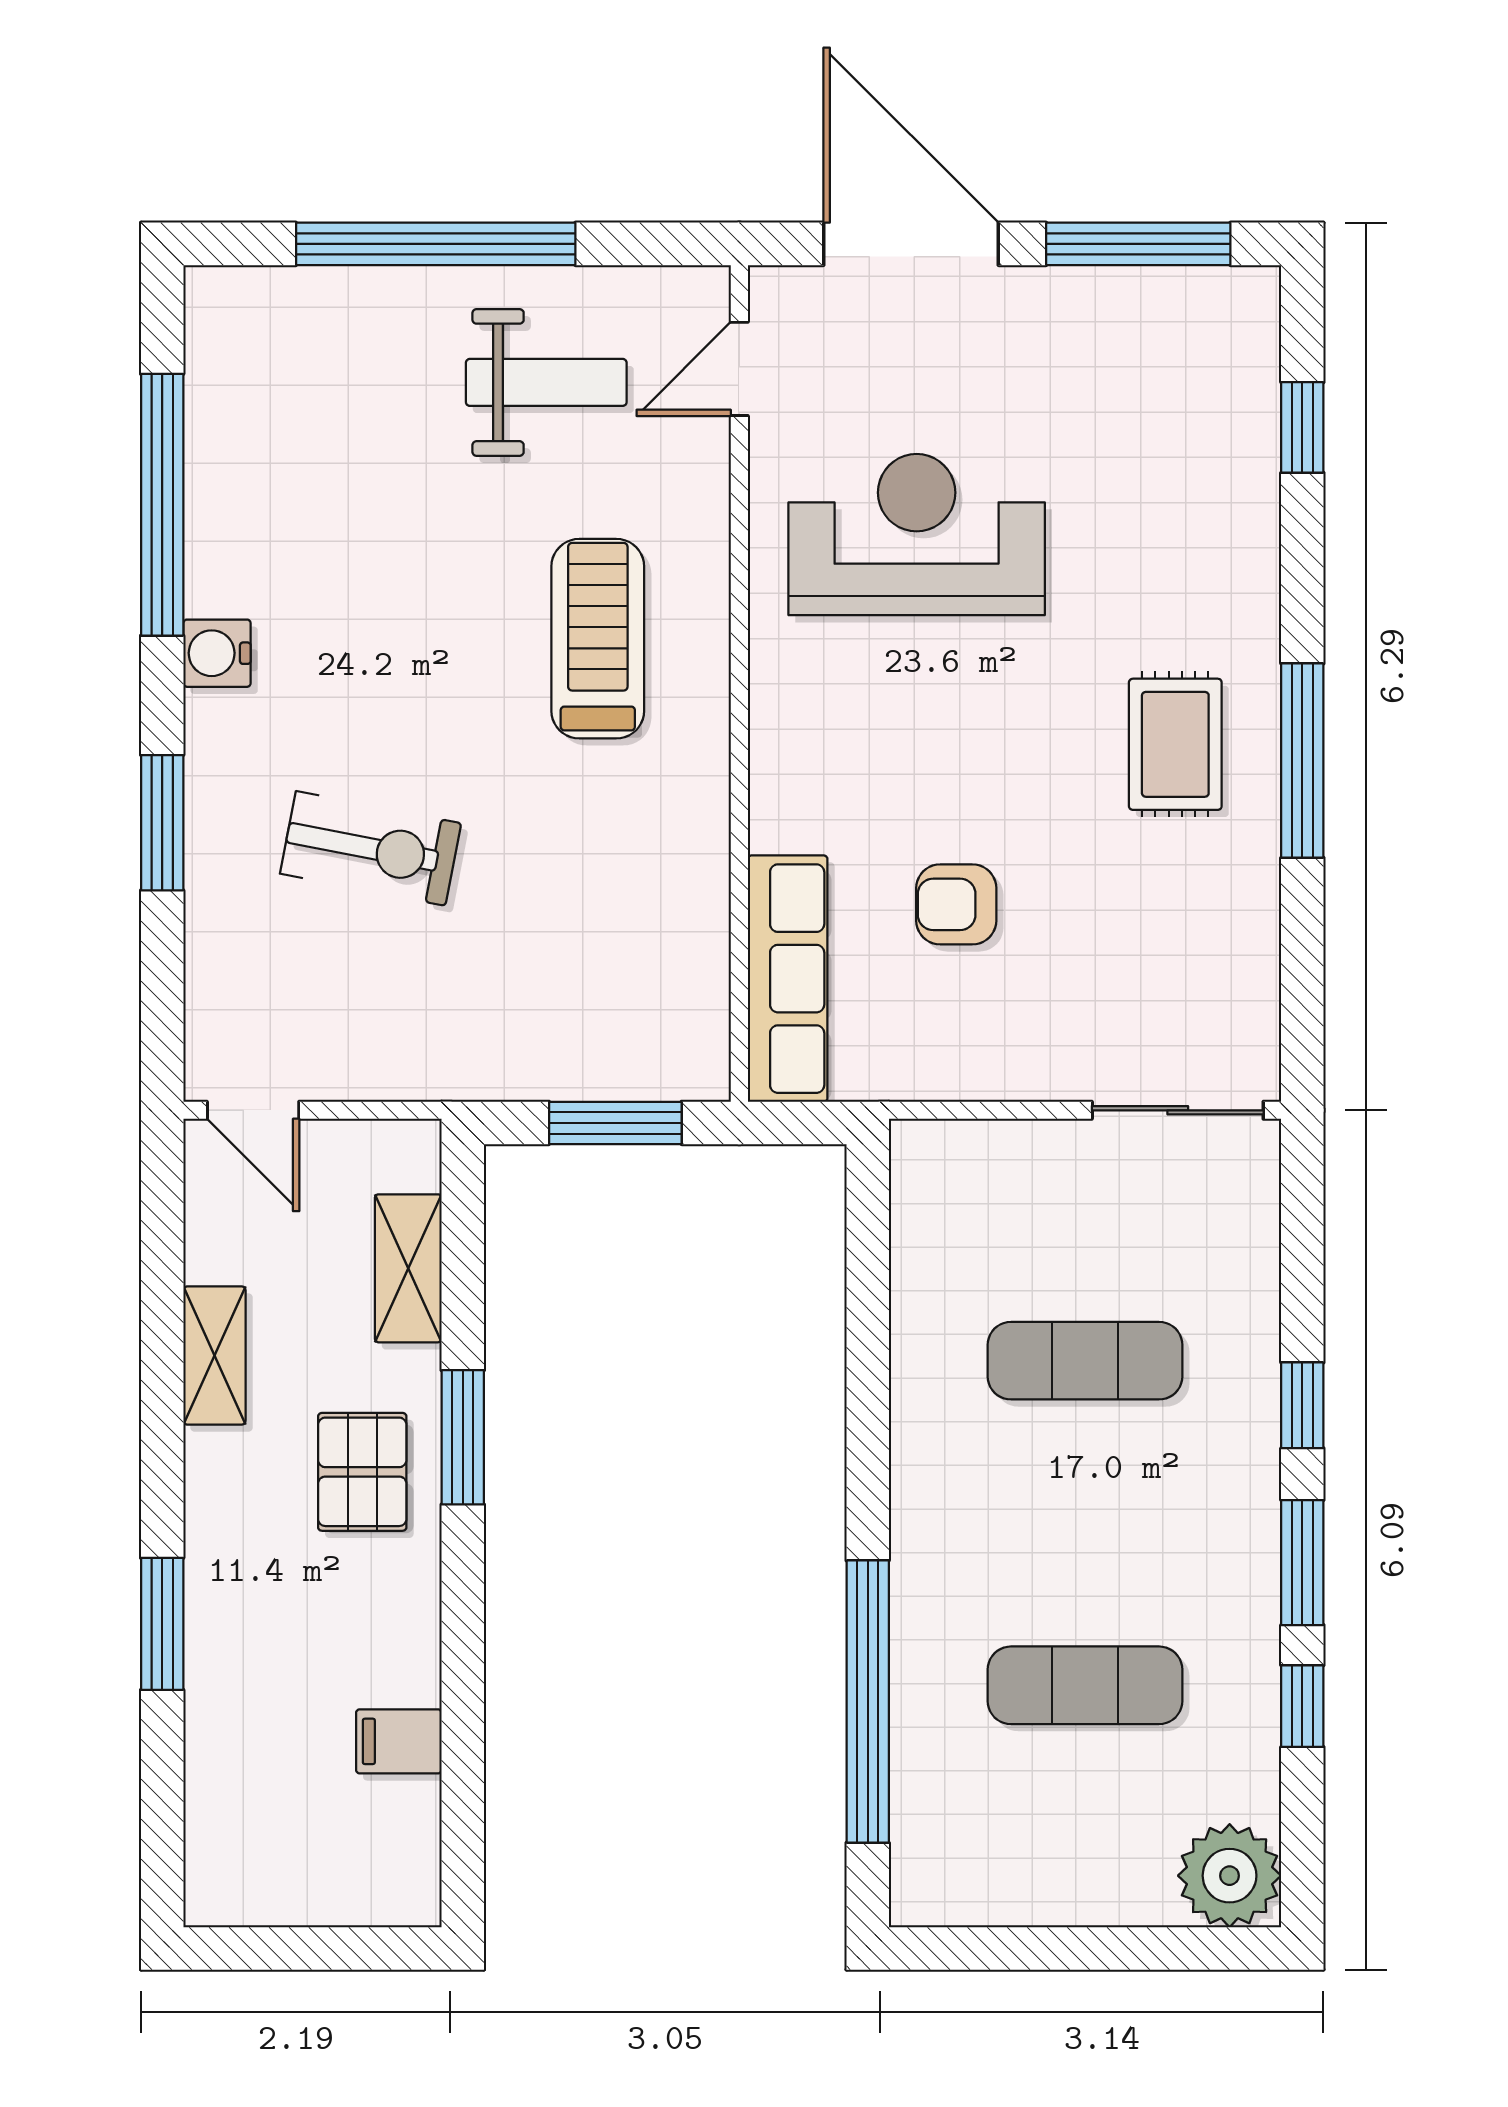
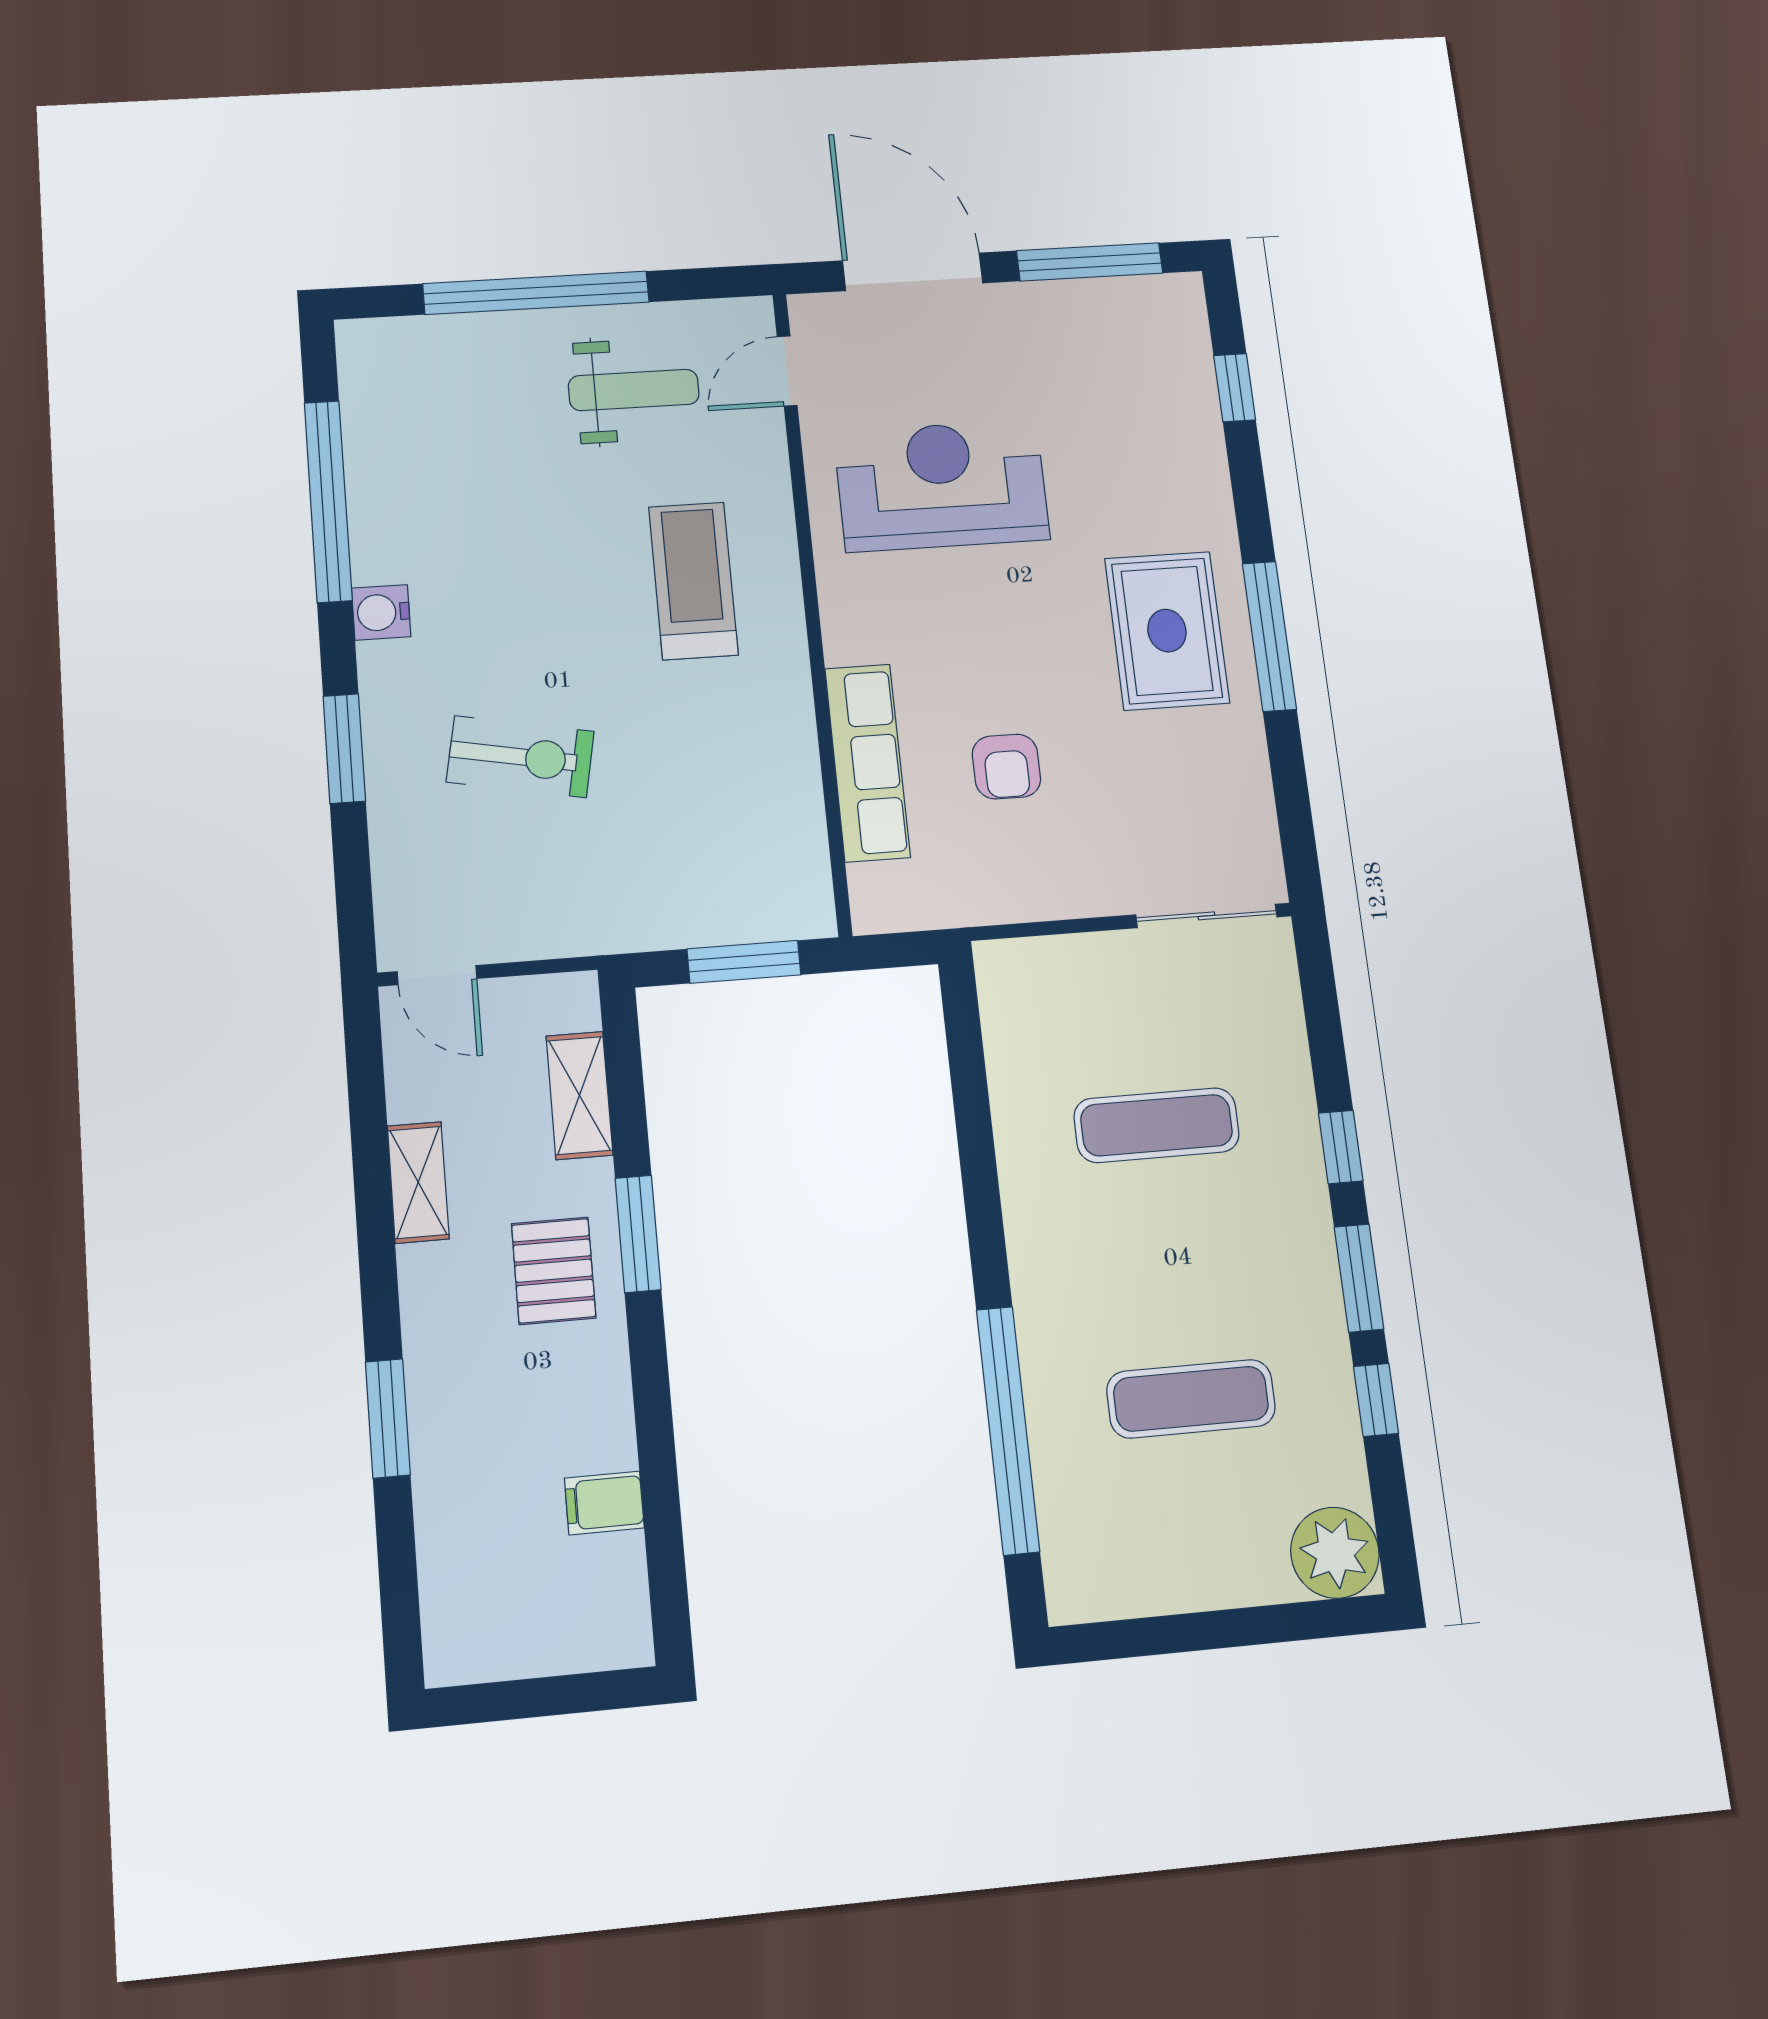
rug: (1175, 744) -> (1167, 631), width x1.36, depth x1.43
armchair: (956, 904) -> (1006, 767), turned -90
row of seats: (788, 979) -> (867, 763), moved

